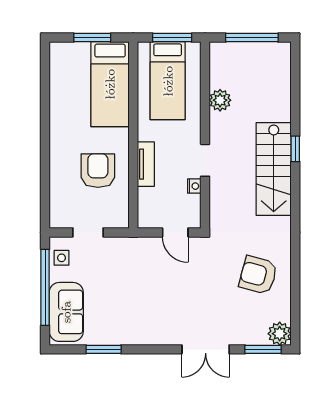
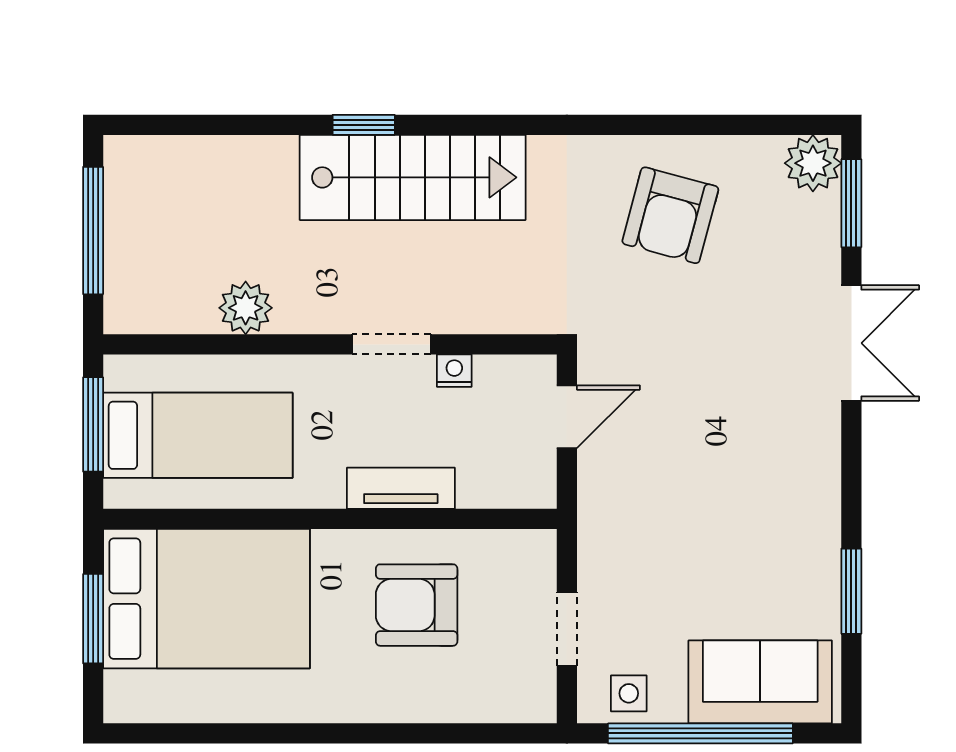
bed: (110, 84) -> (206, 599), width x1.50

